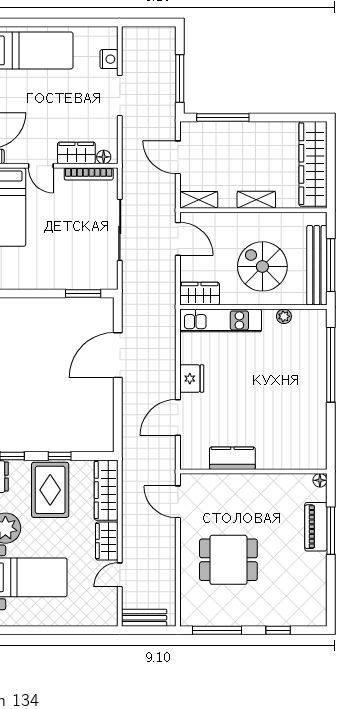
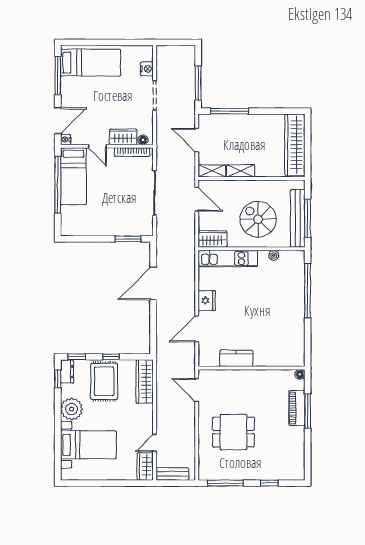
shelving: (256, 200) -> (241, 171), moved
wardrobe: (107, 541) -> (145, 466), moved

